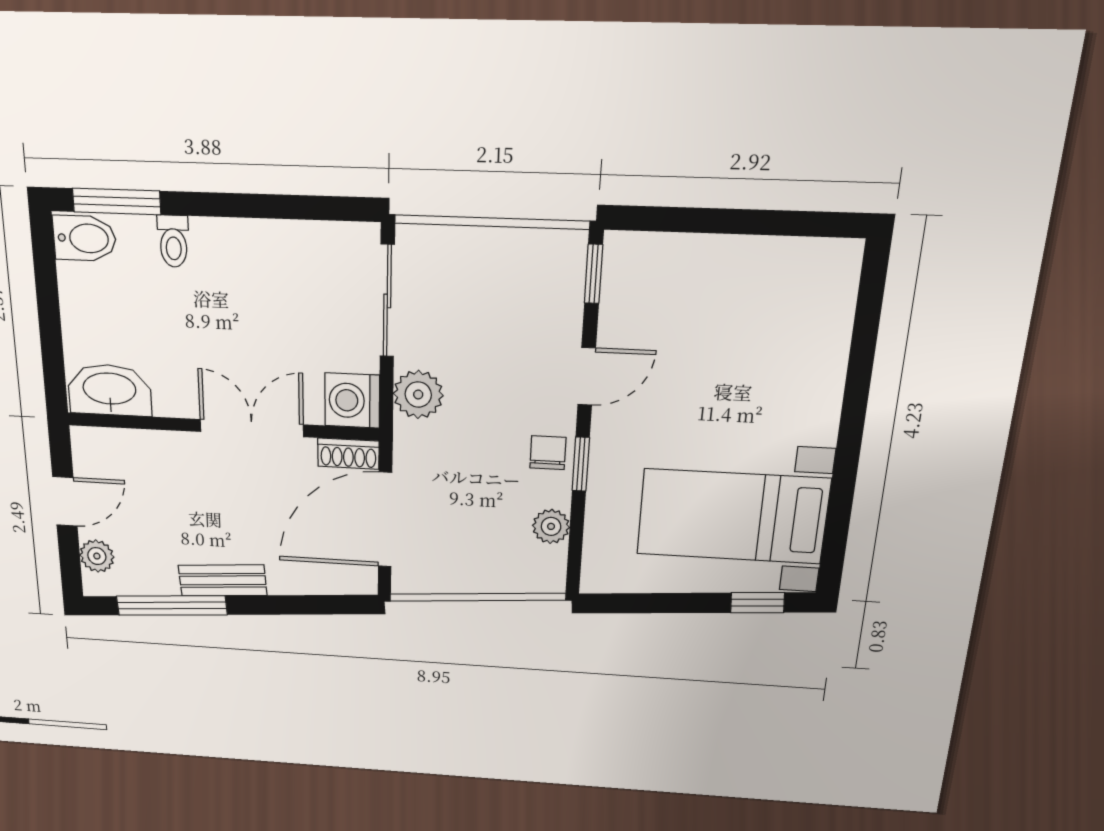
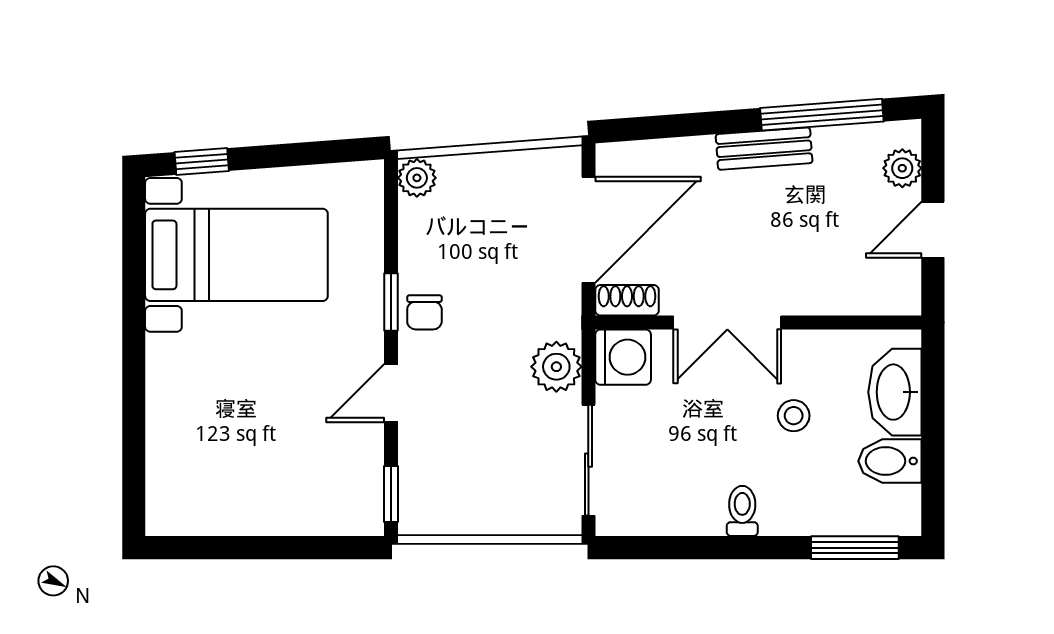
bidet: (85, 238) -> (890, 461), moved
toilet: (173, 241) -> (742, 511), moved
stool: (184, 337) -> (794, 416), added
washbasin: (110, 390) -> (895, 392), moved, turned 90
plant: (551, 526) -> (417, 178), moved

